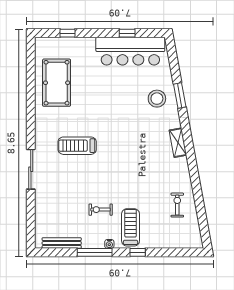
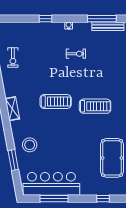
window: (127, 33) -> (54, 199), width x2.17
window: (180, 95) -> (13, 160), moved
treadmill: (131, 227) -> (56, 101), moved, turned -90
window: (95, 252) -> (102, 19), moved

